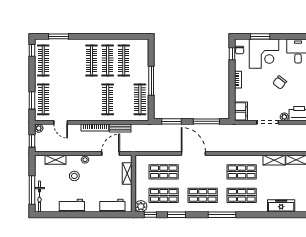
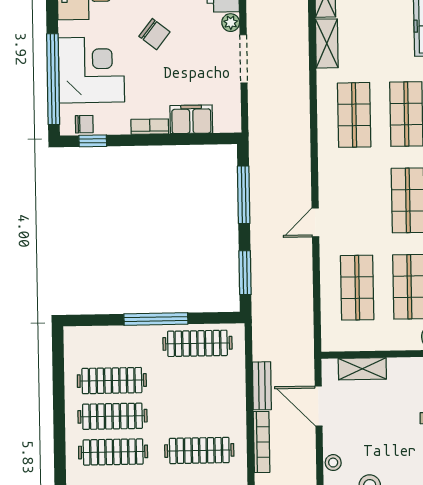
window: (260, 36) -> (53, 79), width x2.11
clothes rail: (108, 99) -> (199, 450), moved
filing cabinet: (241, 111) -> (191, 119), moved
door: (193, 154) -> (315, 222), width x0.53

